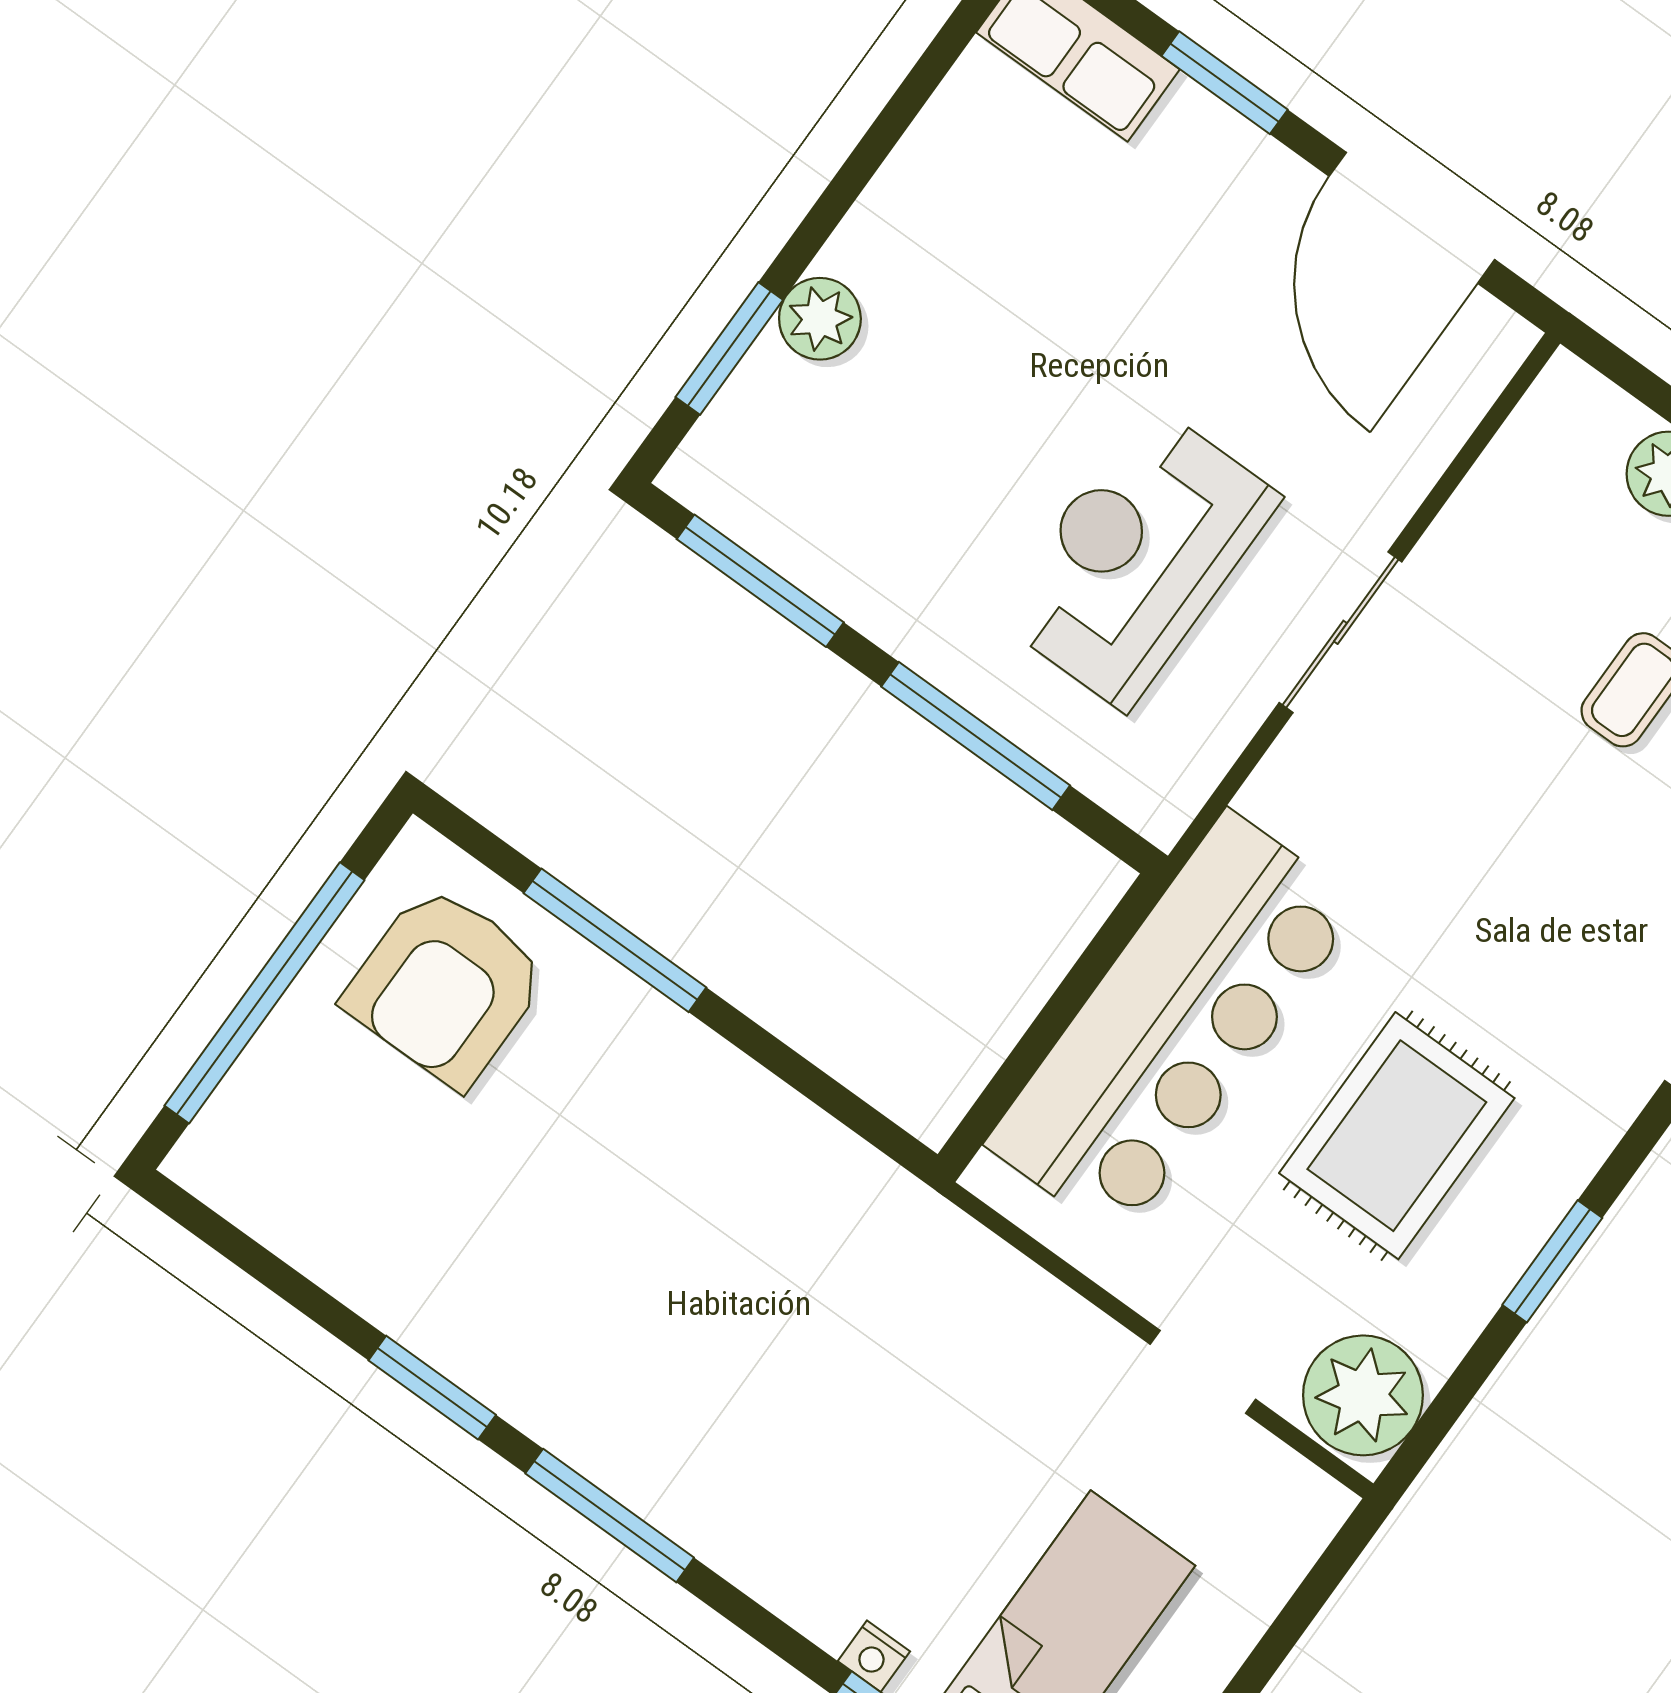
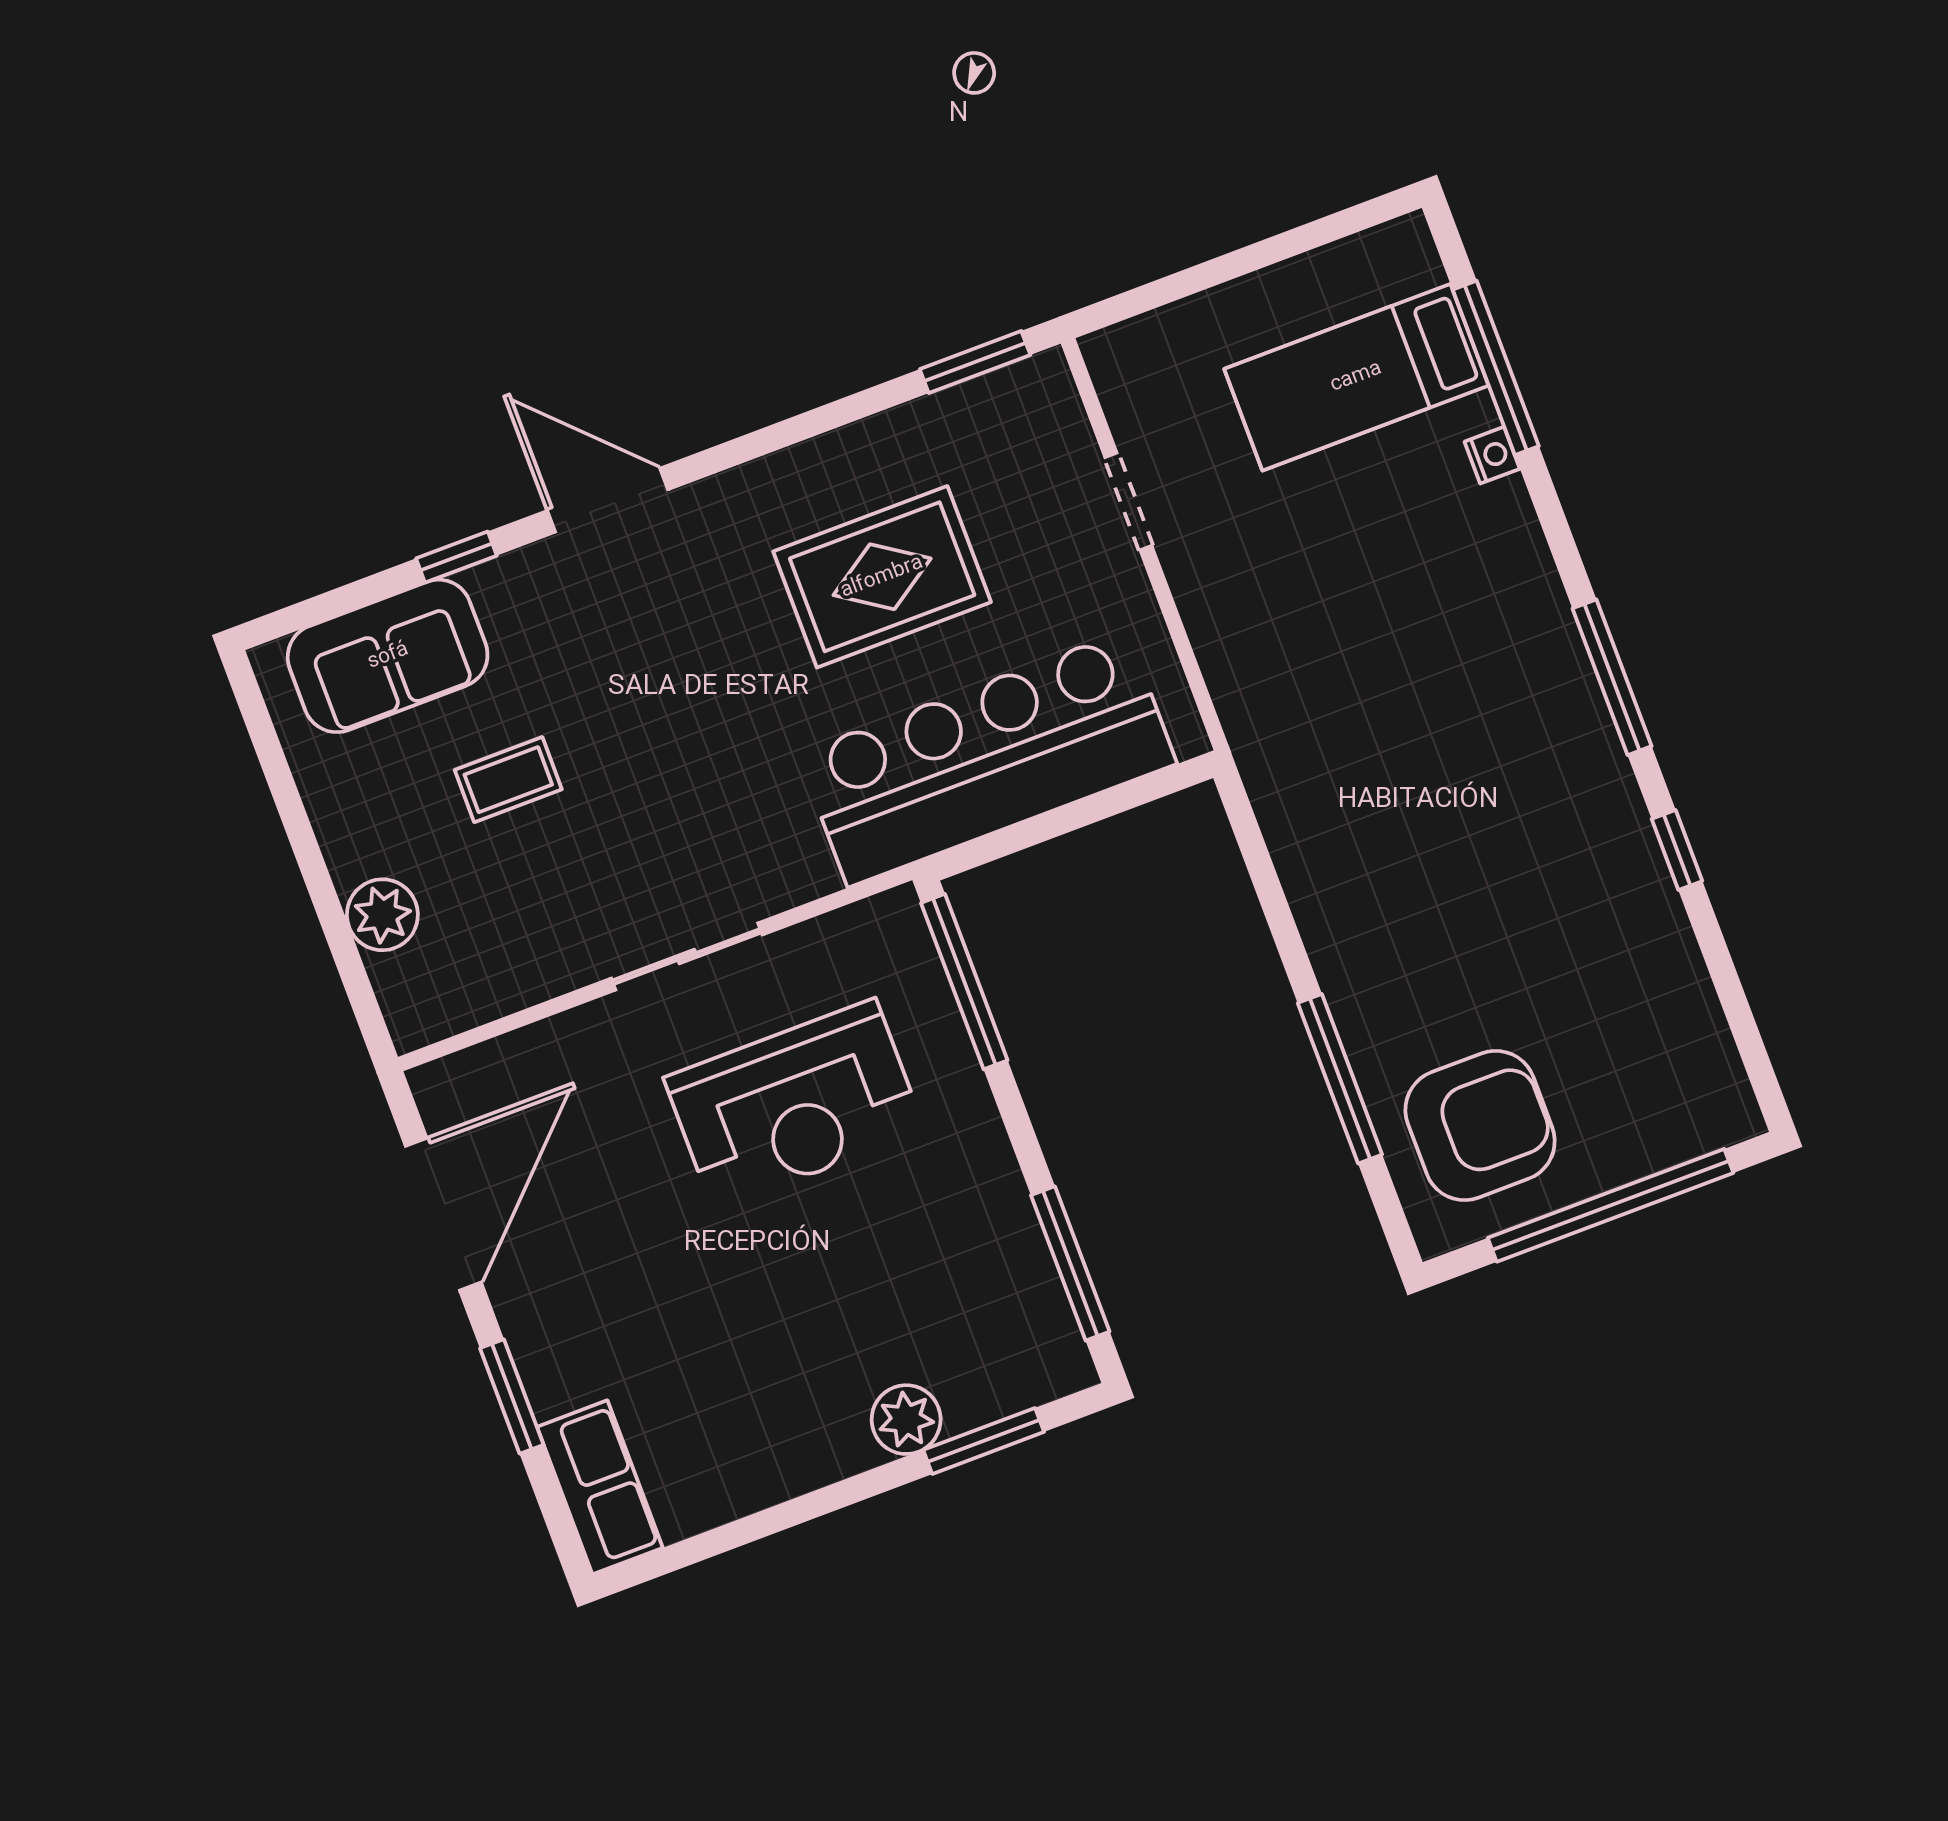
window: (976, 736) -> (964, 982), moved
window: (1552, 1261) -> (975, 362), moved
window: (432, 1388) -> (1677, 850), width x0.67
plant: (1363, 1395) -> (1027, 410), removed

